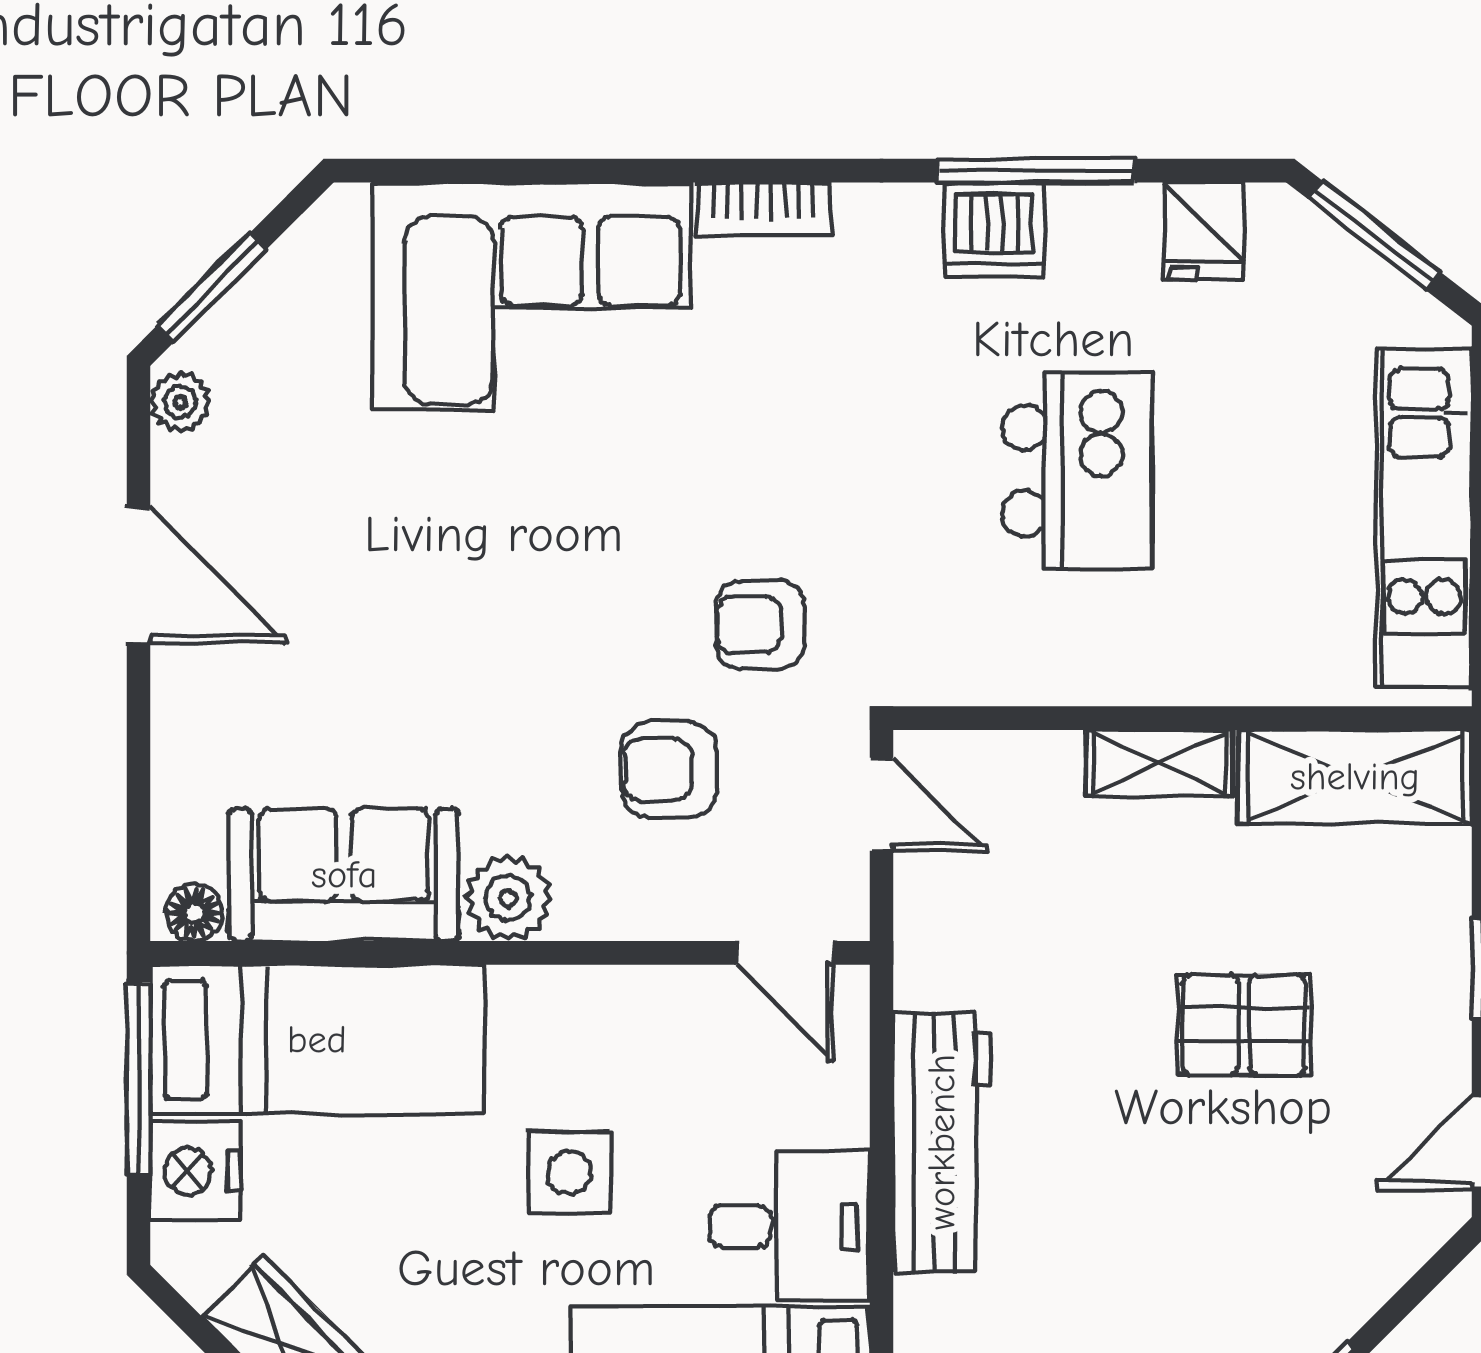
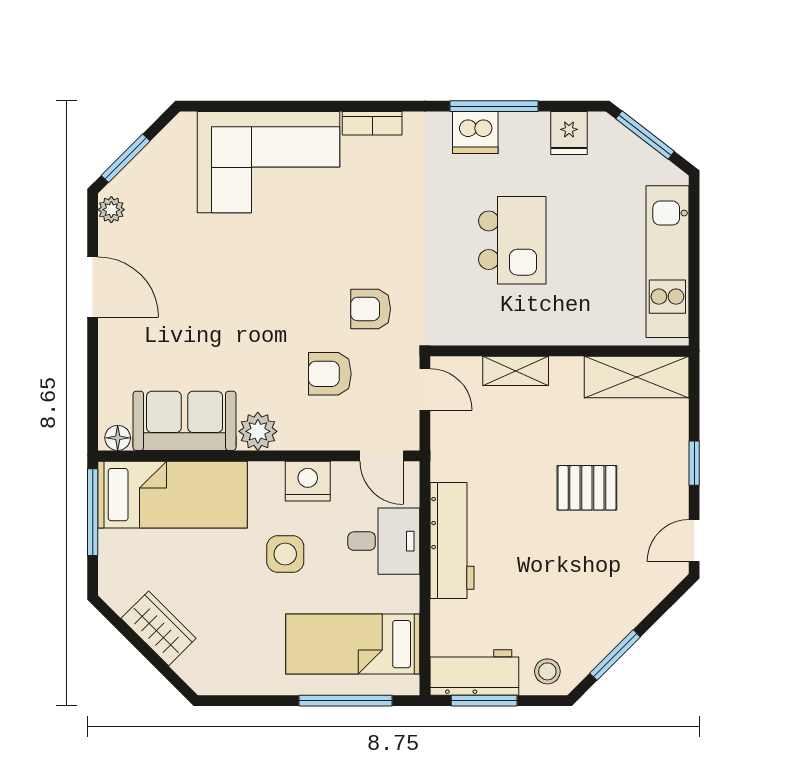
shelving: (1159, 763) -> (516, 371), moved
nightstand: (195, 1171) -> (308, 481), moved, turned 90
desk: (790, 1226) -> (384, 541), moved

